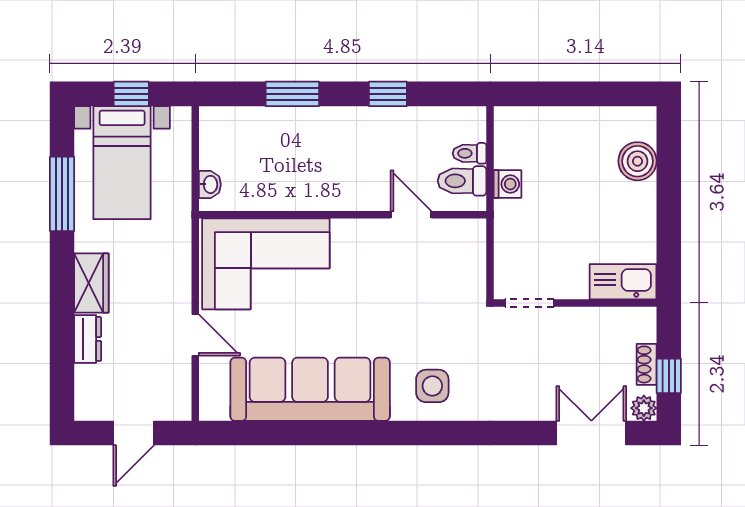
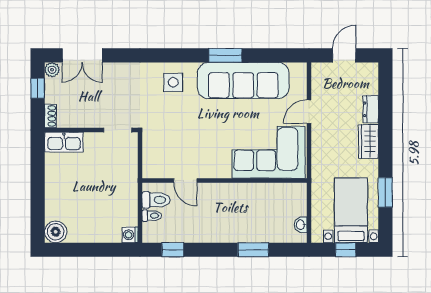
window: (388, 94) -> (173, 250), moved
boiler: (637, 161) -> (56, 232), moved
washbasin: (210, 184) -> (301, 225), moved
washing machine: (508, 184) -> (130, 235), moved
window: (62, 194) -> (385, 192), width x0.69
door: (195, 335) -> (309, 112), hinge flipped
shoe rack: (647, 364) -> (50, 116), moved
window: (341, 433) -> (225, 55), added

